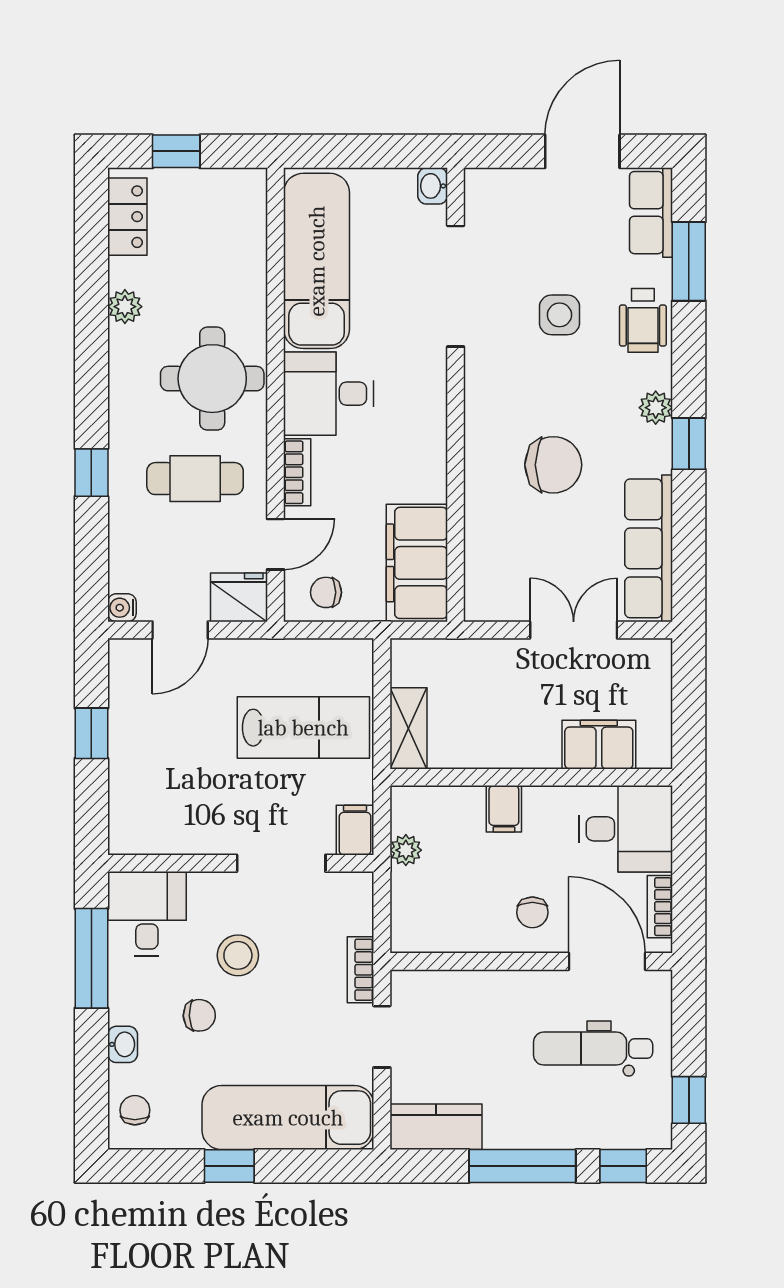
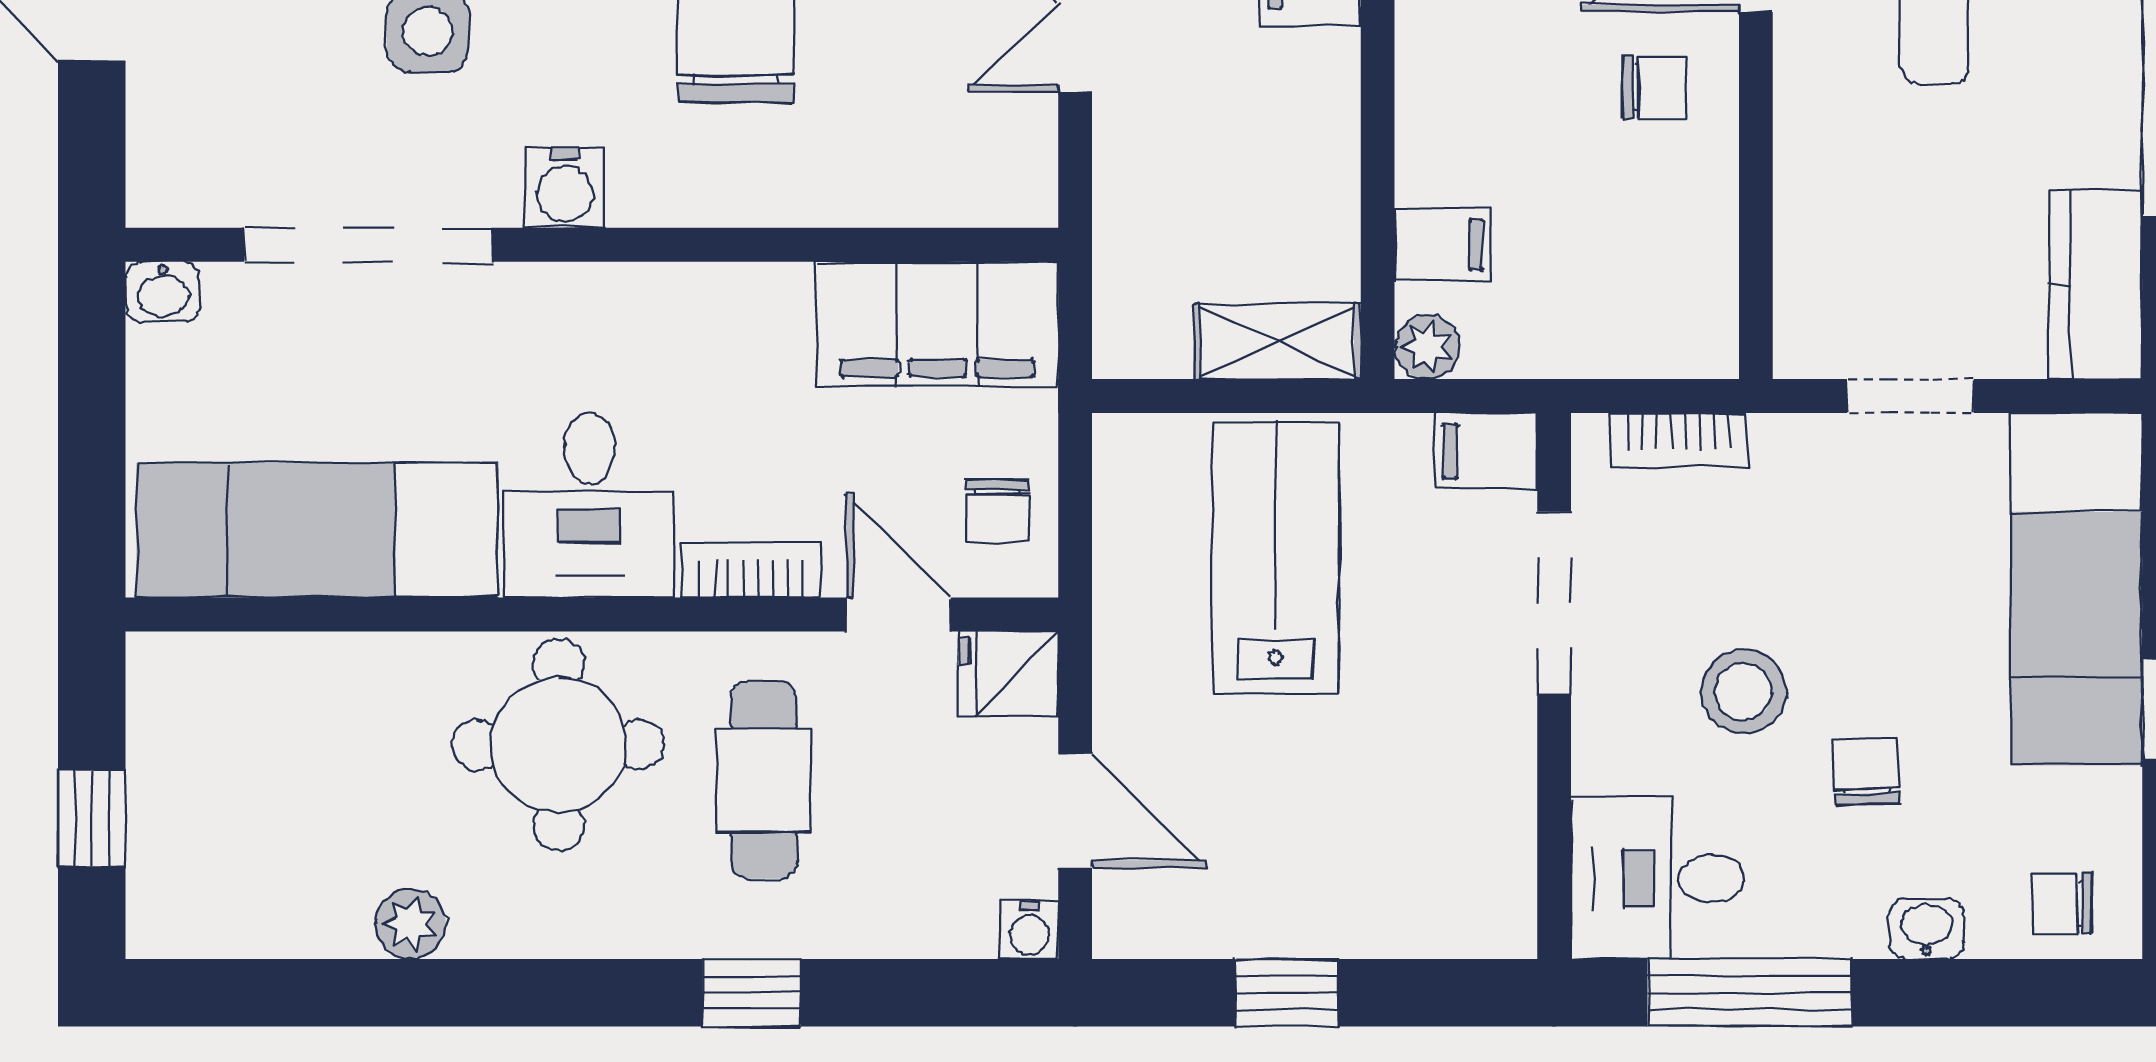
locker: (127, 217) -> (226, 919), removed
water cooler: (483, 382) -> (565, 187), added
fridge: (239, 597) -> (1008, 673), width x0.72
filing cabinet: (504, 809) -> (1442, 245), moved
plant: (406, 850) -> (1427, 347), moved
bookcase: (361, 970) -> (1678, 440), moved

